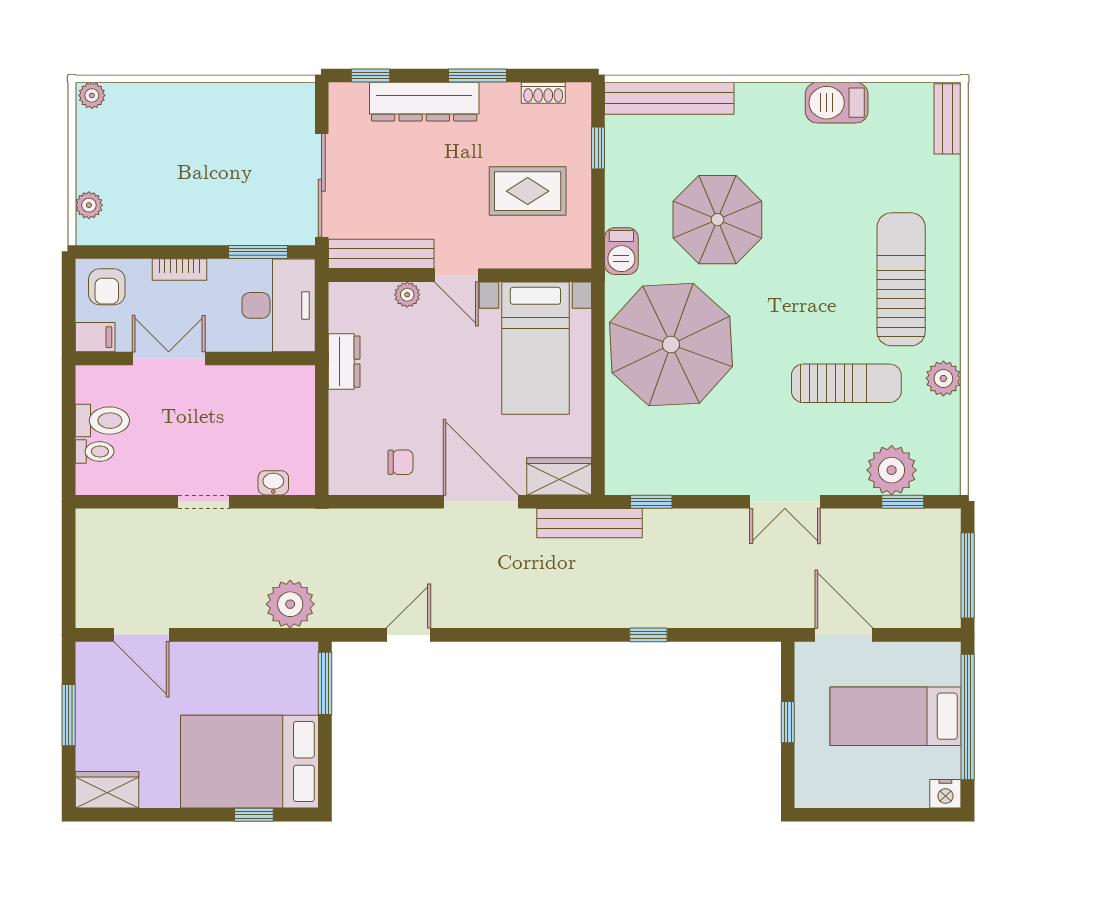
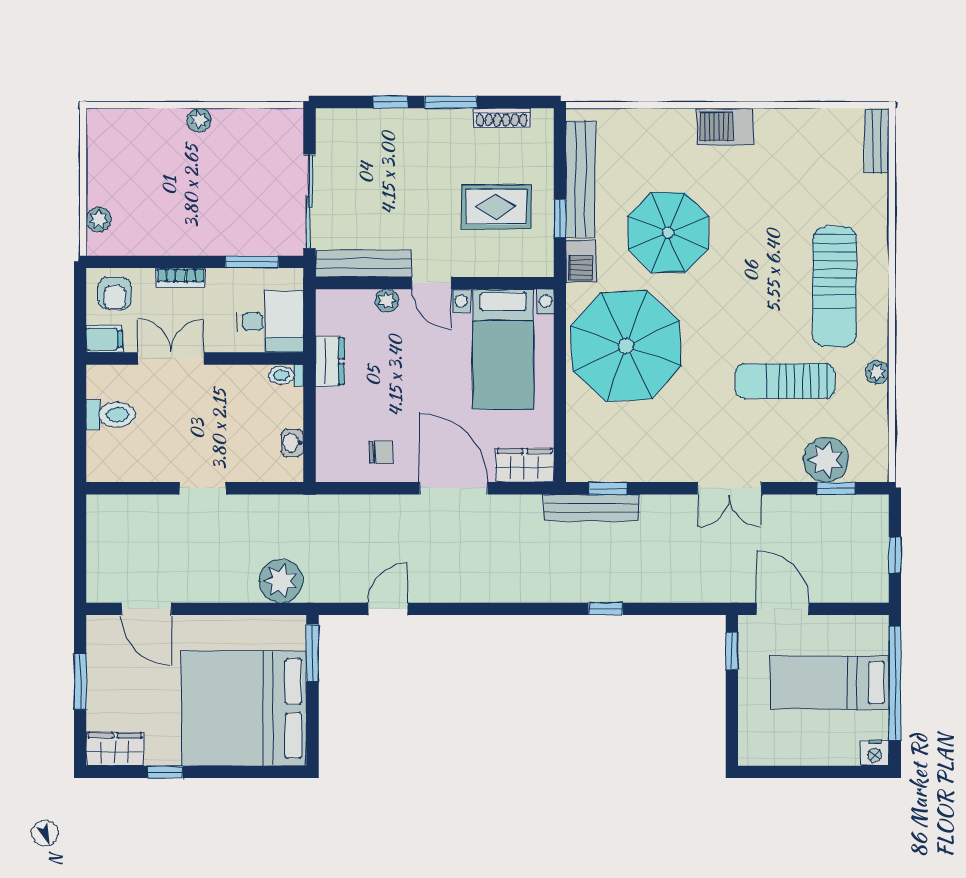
window: (371, 76) -> (391, 102), moved
shoe rack: (543, 93) -> (502, 118), width x1.43
plant: (92, 95) -> (199, 120), moved
bench: (669, 98) -> (581, 179), moved, turned 90
dresser: (424, 102) -> (402, 126), removed
barbecue: (837, 103) -> (725, 127), moved
window: (598, 148) -> (560, 218), moved
sun lounger: (901, 279) -> (835, 287), turned 180
desk: (279, 305) -> (270, 322), width x0.73
plant: (943, 378) -> (877, 372), width x0.73, depth x0.73
sun lounger: (846, 383) -> (785, 381), turned 180
toilet: (95, 451) -> (286, 375), moved, turned 180
washbasin: (273, 483) -> (292, 443), moved, turned -90
bench: (590, 523) -> (591, 508), moved
window: (968, 575) -> (895, 555), width x0.46
window: (788, 722) -> (732, 651), moved
bed: (249, 762) -> (244, 708), width x1.36
window: (254, 815) -> (165, 772), moved

